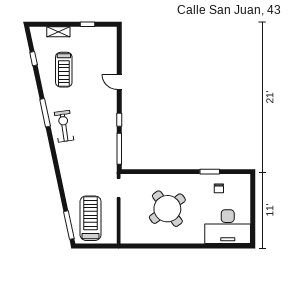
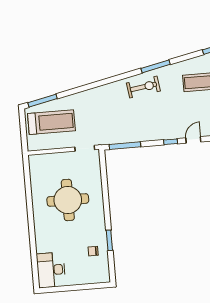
window: (119, 120) -> (171, 142), moved
round table: (167, 209) -> (68, 200), turned 37
desk: (228, 227) -> (51, 270), width x0.73, depth x0.77

